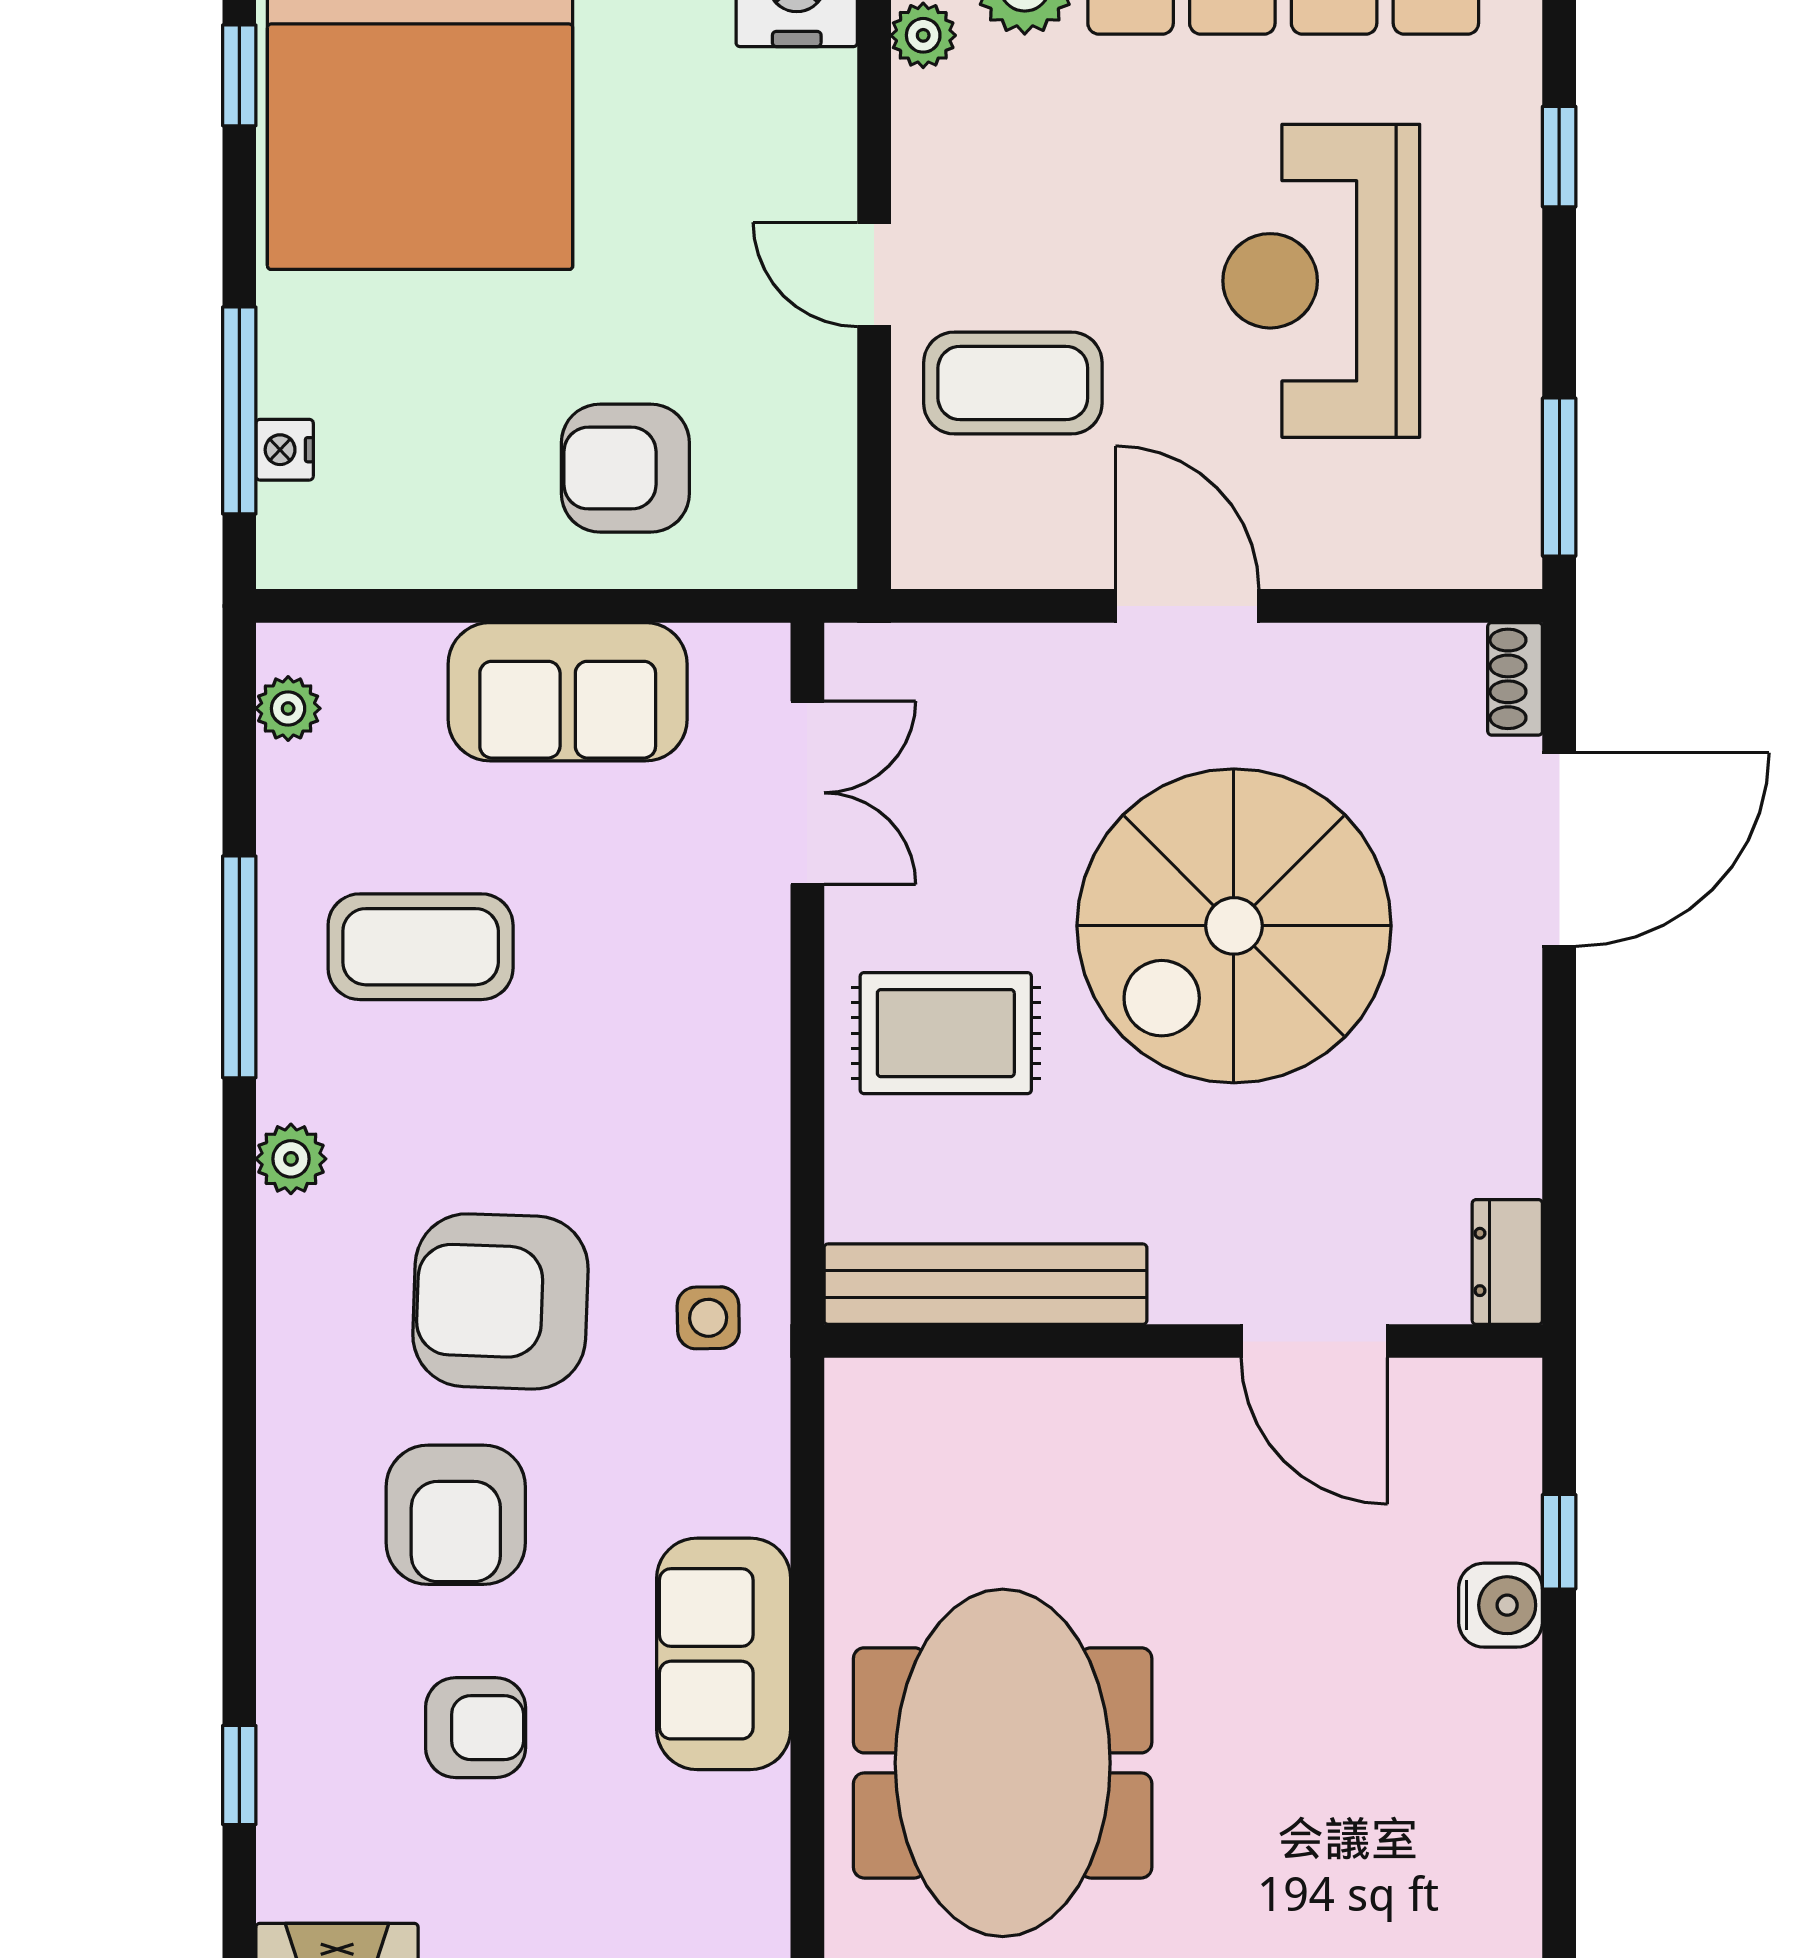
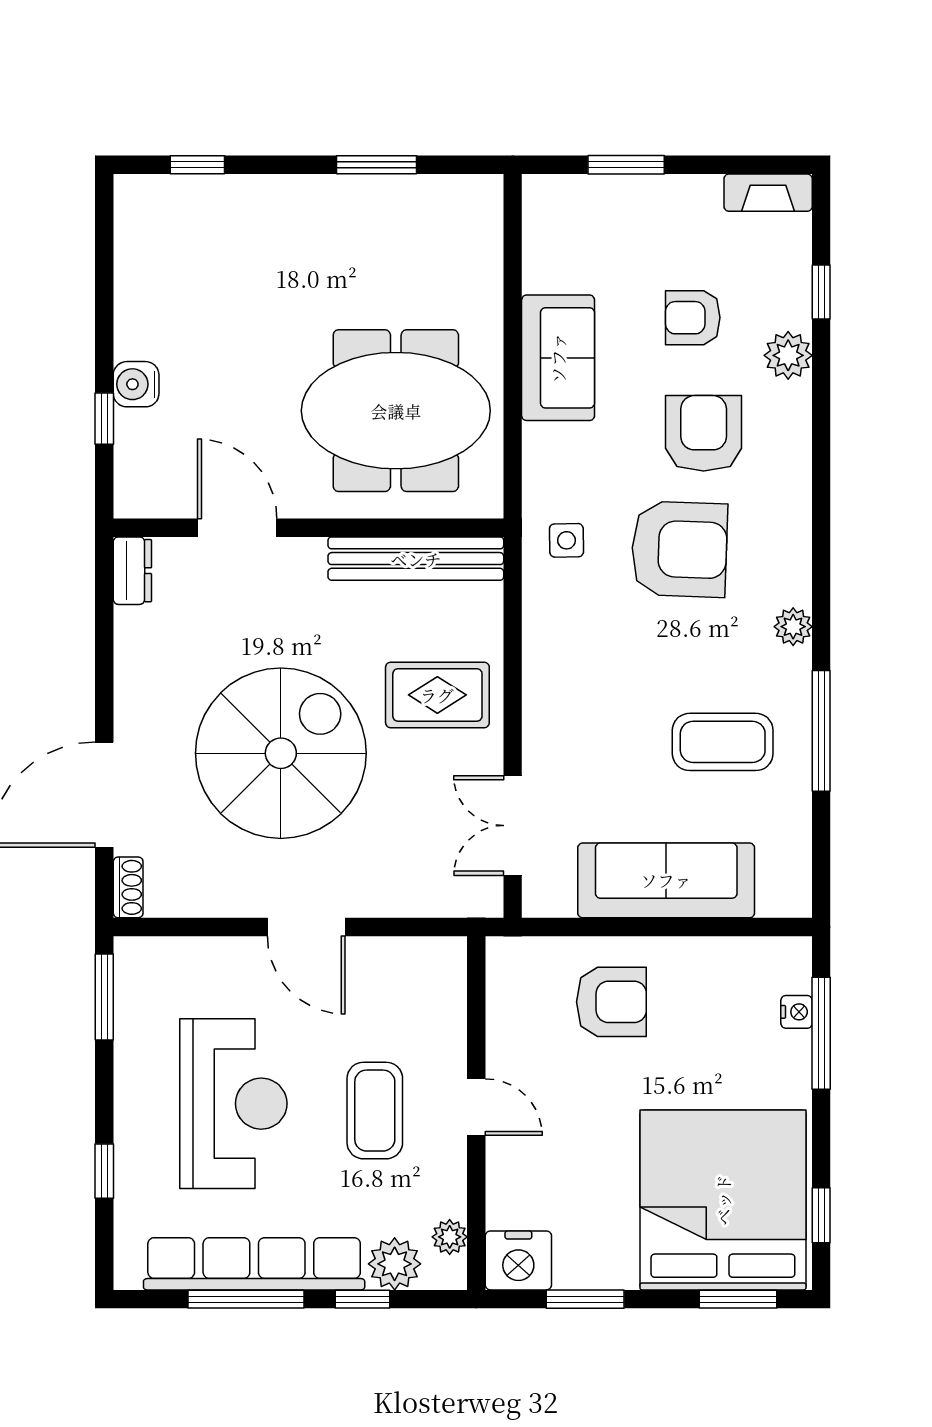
coffee table: (1013, 383) -> (375, 1111), moved, turned 90
sofa: (568, 692) -> (666, 880), width x1.36
plant: (288, 708) -> (788, 355), moved, width x1.38, depth x1.38
meeting table: (1003, 1763) -> (396, 411), moved, turned 90

